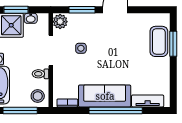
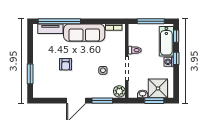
coffee table: (159, 41) -> (41, 76), removed
armchair: (128, 56) -> (66, 64), added
stool: (38, 96) -> (137, 33), removed
window: (116, 110) -> (59, 21), moved

